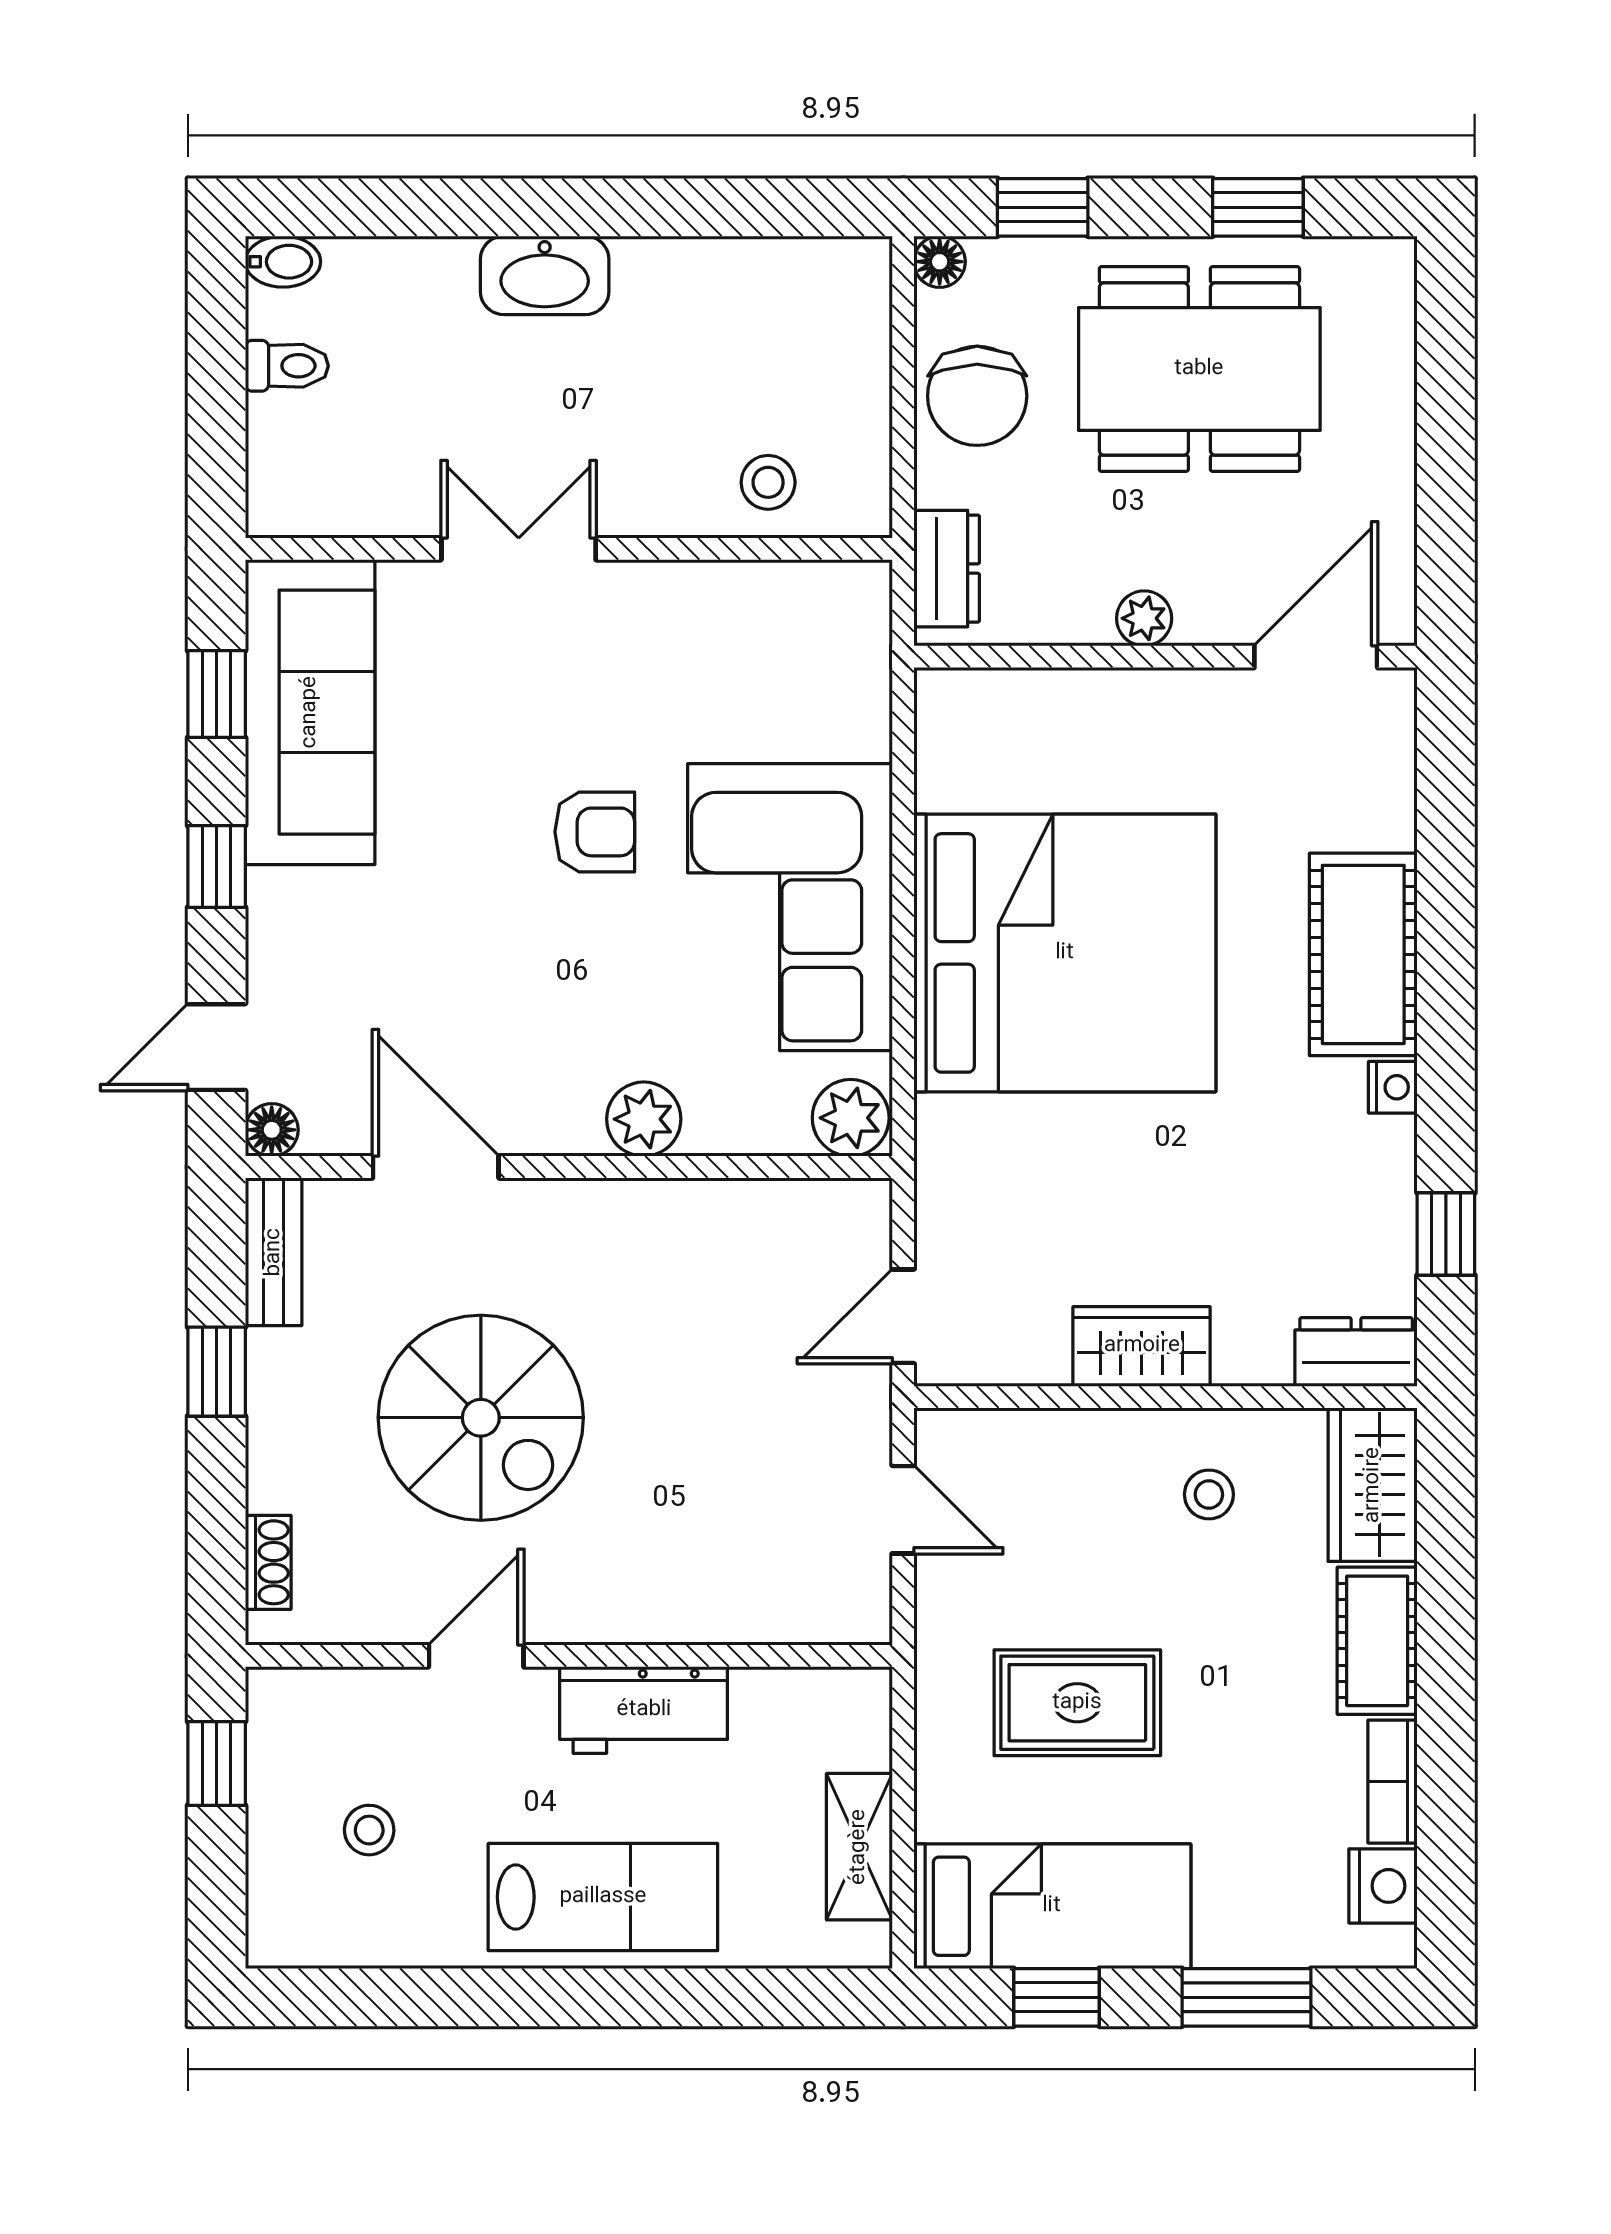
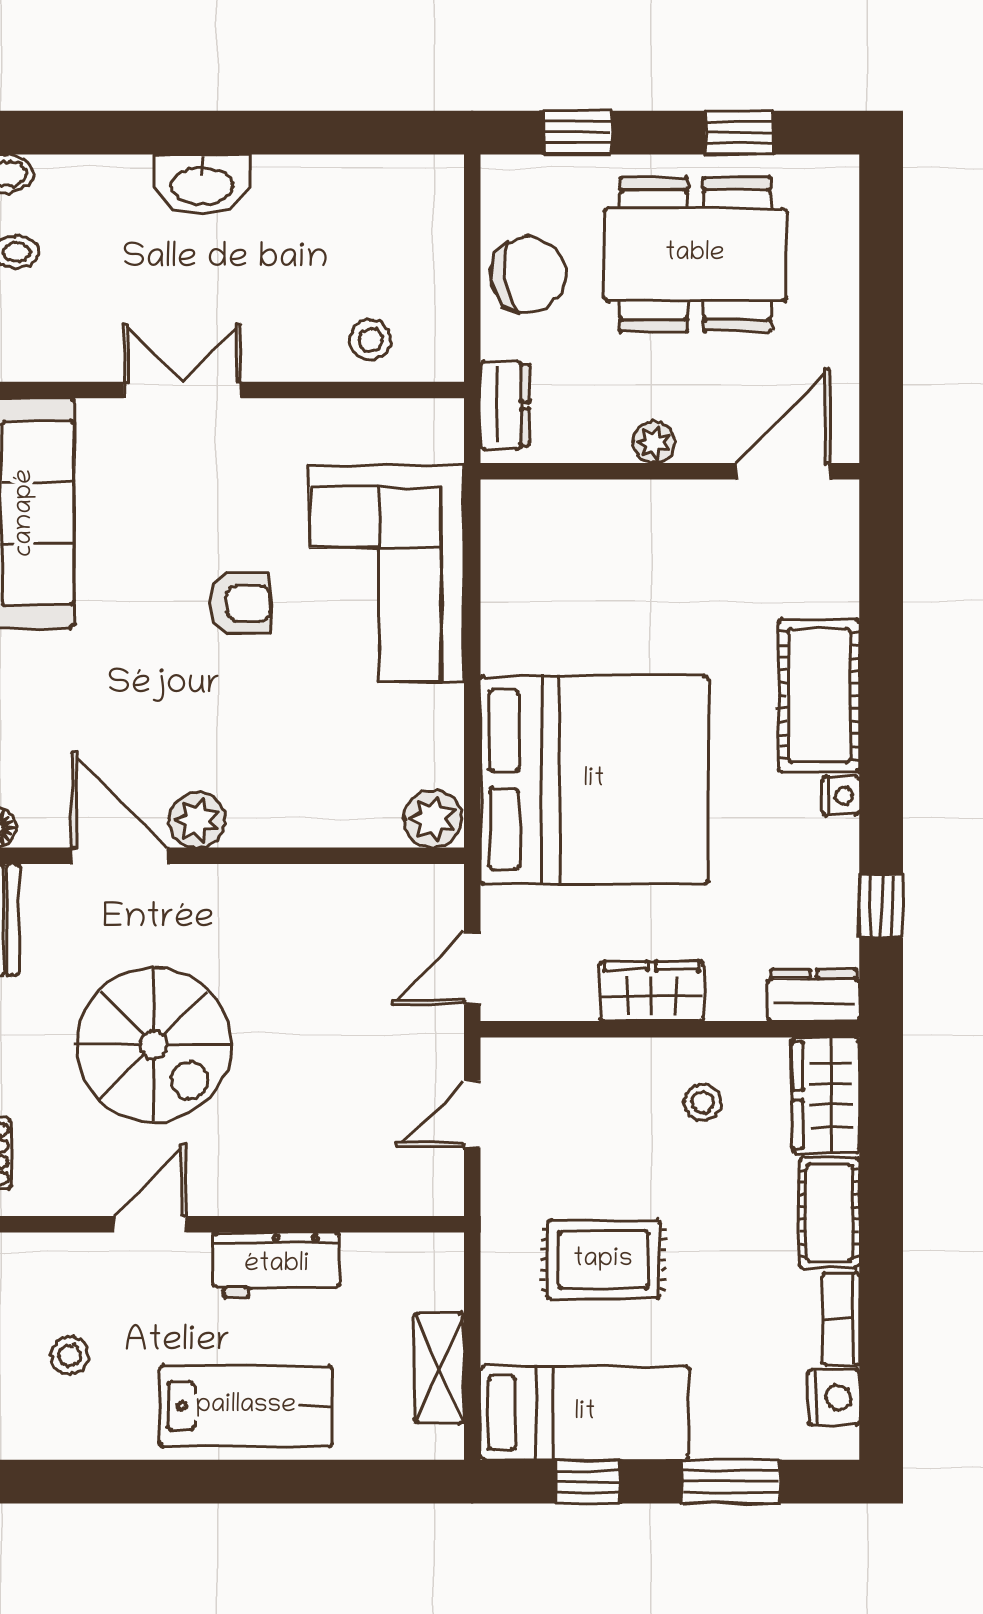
floor lamp: (940, 262) -> (500, 174), removed
chair: (977, 396) -> (528, 275), turned -98
corner sofa: (790, 907) -> (387, 573), moved
bed: (1065, 953) -> (594, 780), moved
plant: (644, 1119) -> (197, 820), moved
door: (903, 1510) -> (472, 1114), swing flipped

